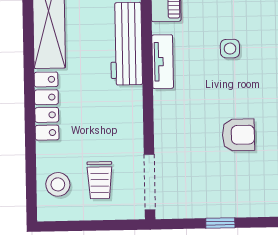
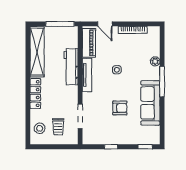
tv unit: (163, 62) -> (87, 75), width x1.41
doorway: (150, 182) -> (80, 116), moved

